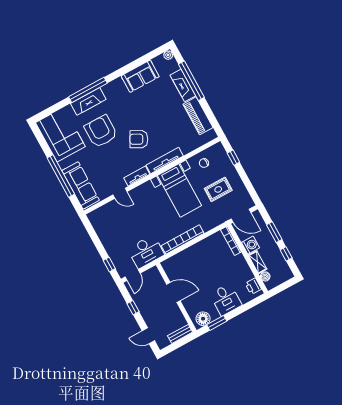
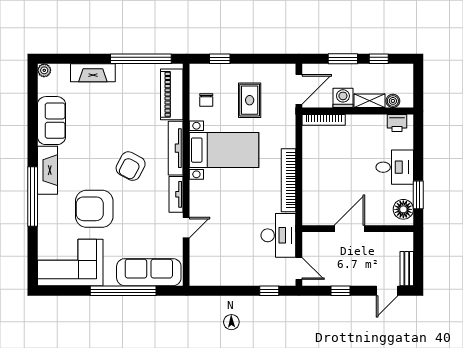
window: (191, 81) -> (141, 59), moved
fireplace: (88, 101) -> (47, 170), moved
piano: (198, 116) -> (172, 94), moved, turned 90
bench: (180, 334) -> (407, 269), moved

